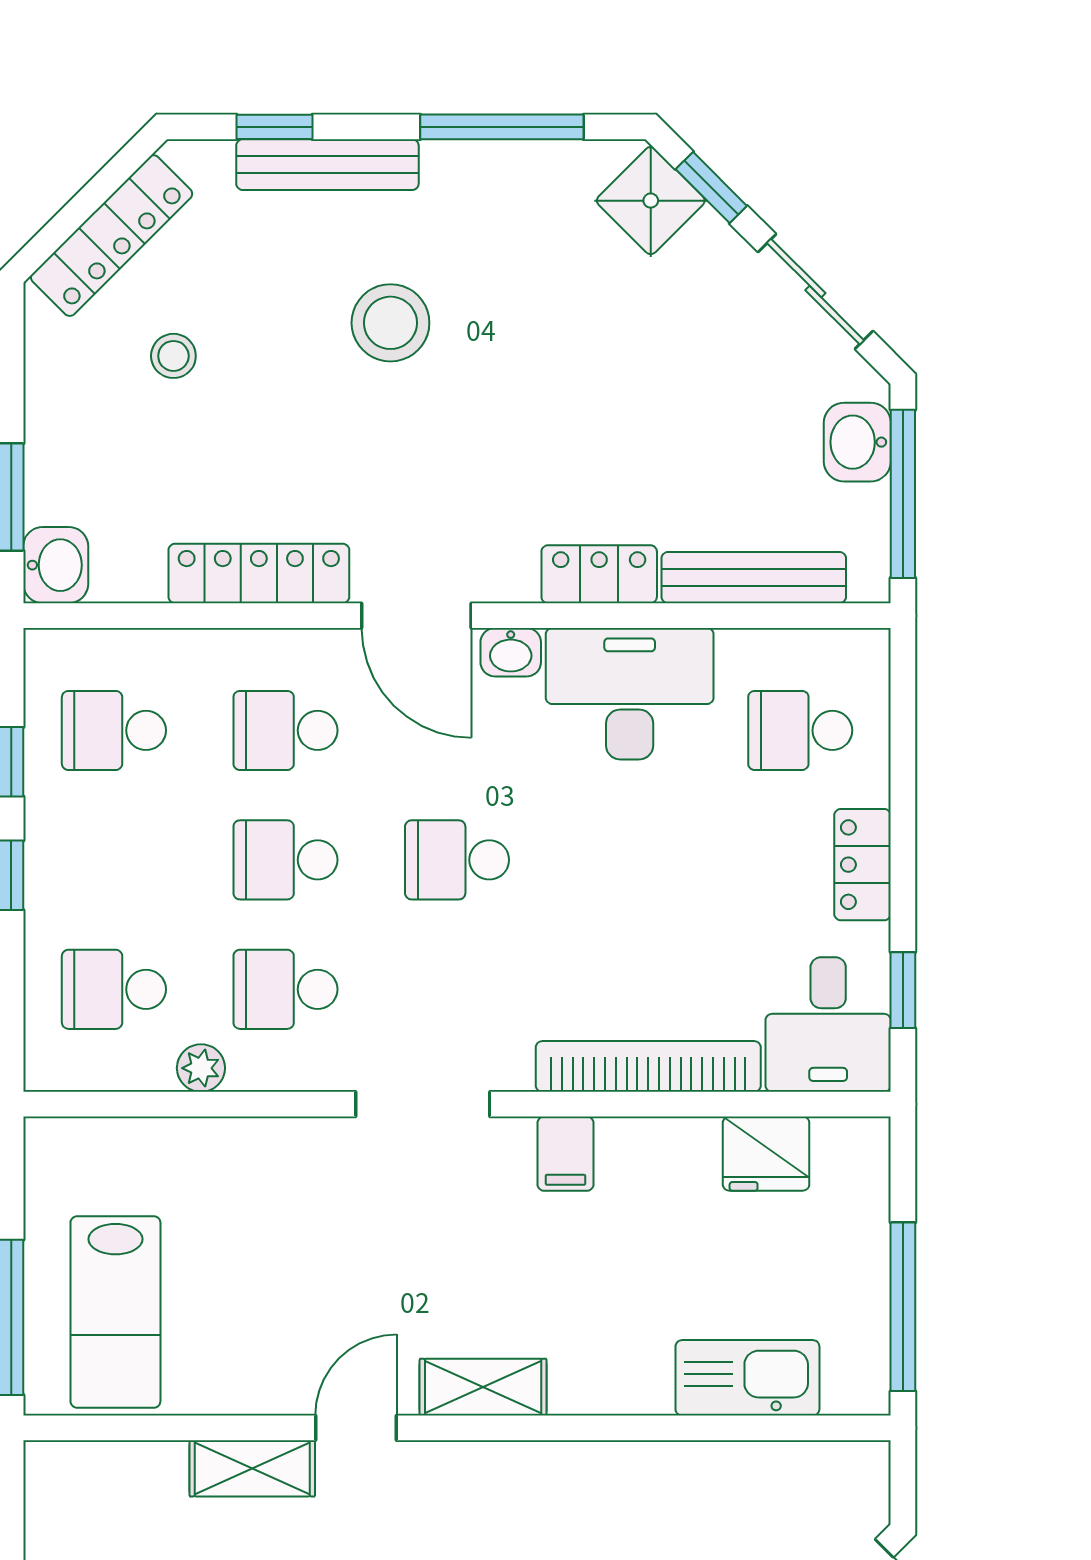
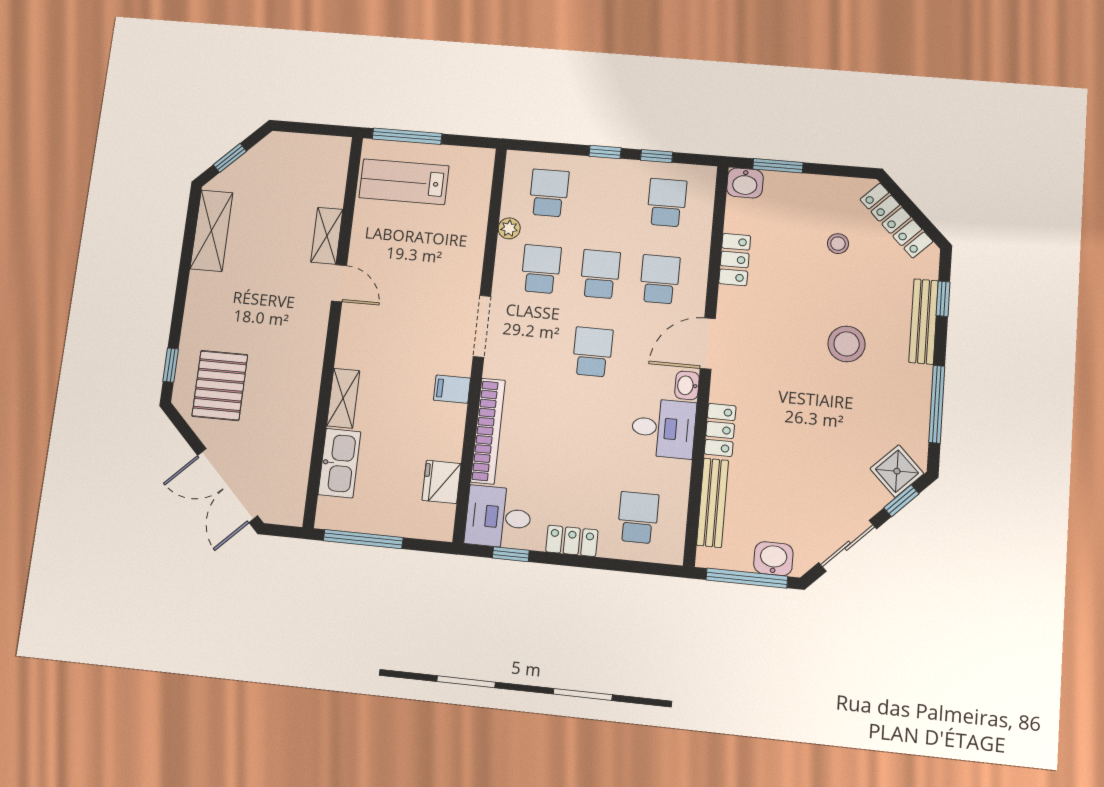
locker: (259, 573) -> (735, 260), width x0.66
desk: (630, 694) -> (664, 428), width x0.73
shelving: (483, 1387) -> (343, 398), moved

